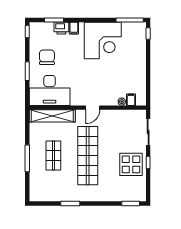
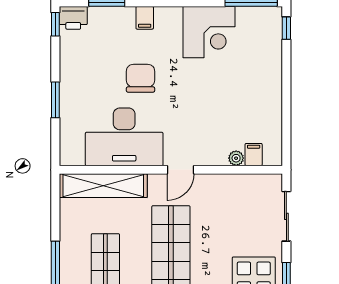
printer: (61, 28) -> (73, 18), moved
corner desk: (103, 41) -> (209, 32), width x0.74, depth x0.74
chair: (47, 57) -> (141, 78), moved
desk: (50, 90) -> (124, 137), moved

